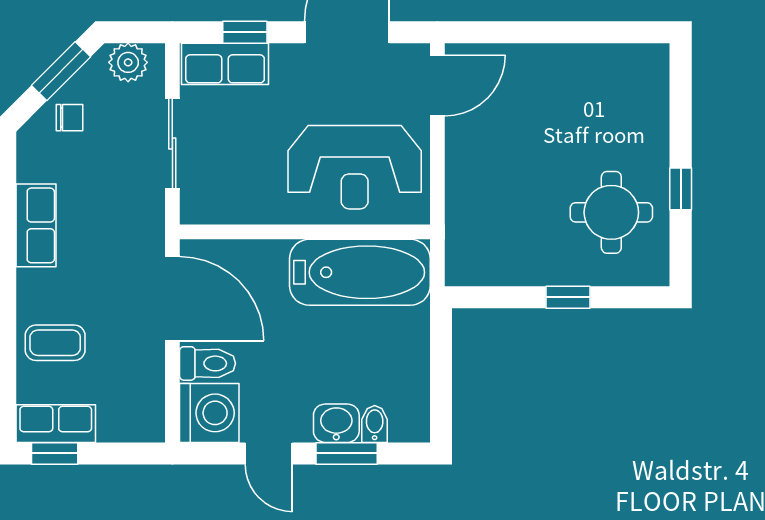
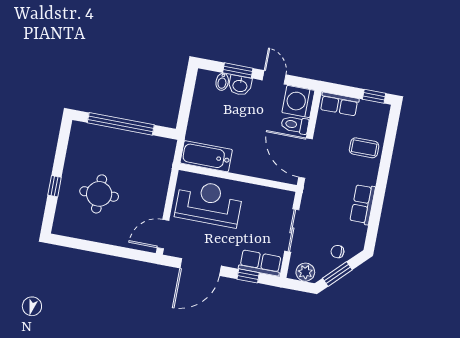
window: (681, 189) -> (55, 186), moved
round table: (611, 212) -> (99, 194), moved
bathtub: (360, 272) -> (206, 156), width x0.73, depth x0.73
window: (568, 297) -> (121, 124), width x3.17
row of seats: (56, 424) -> (339, 104), moved

